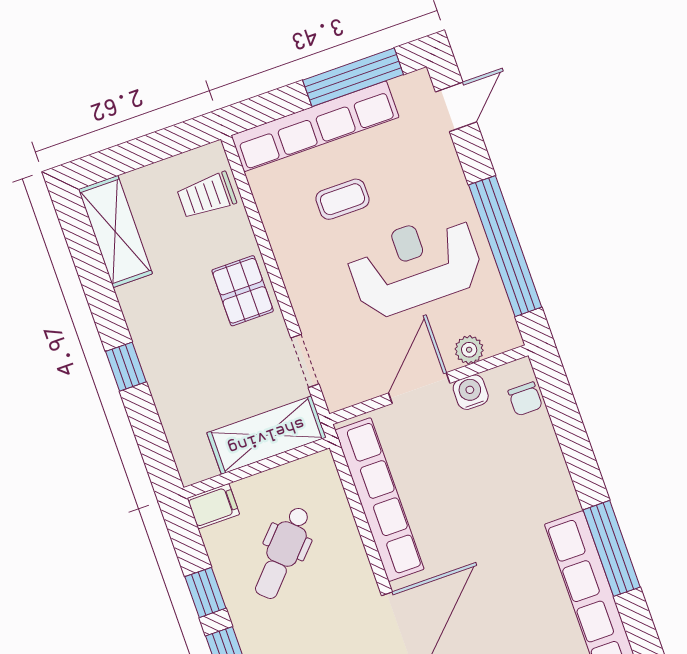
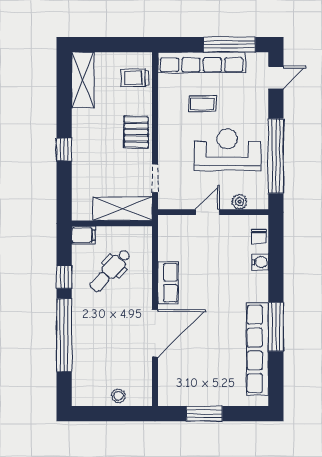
door: (419, 388) -> (208, 212), width x0.73
water cooler: (471, 392) -> (260, 262), moved, turned 90
row of seats: (380, 500) -> (168, 283), width x0.50

